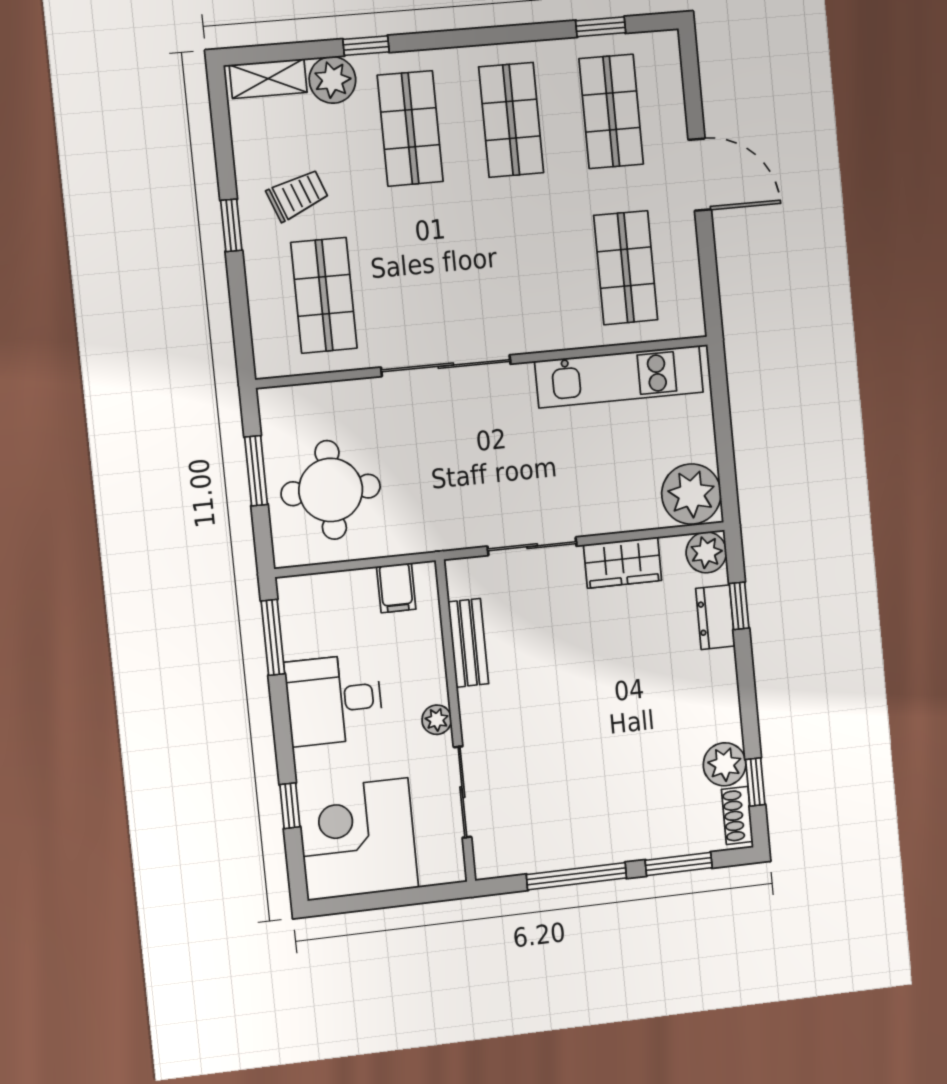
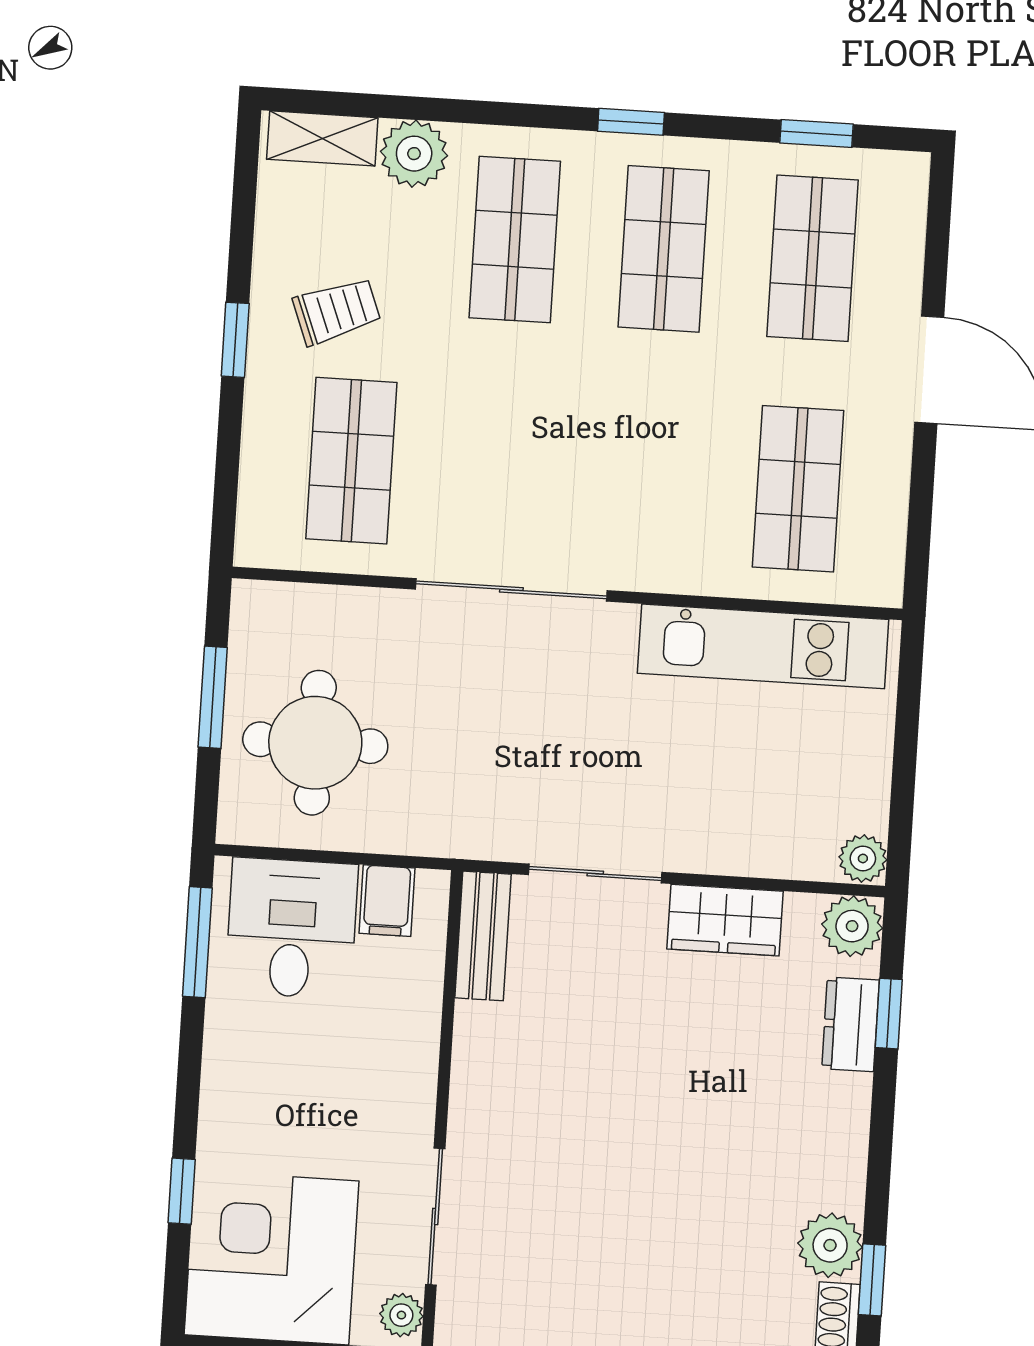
window: (366, 46) -> (631, 122), moved
plant: (691, 494) -> (863, 858), width x0.53, depth x0.53
bench: (468, 643) -> (483, 936), moved
desk: (334, 700) -> (292, 928), moved, turned 90
plant: (437, 720) -> (401, 1315), moved

